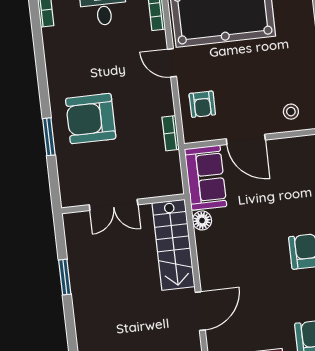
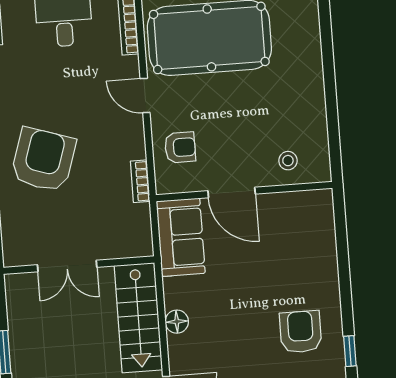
armchair: (202, 104) -> (180, 147), turned -90
armchair: (91, 119) -> (43, 160), turned 108
floor lamp: (202, 220) -> (177, 322), moved

